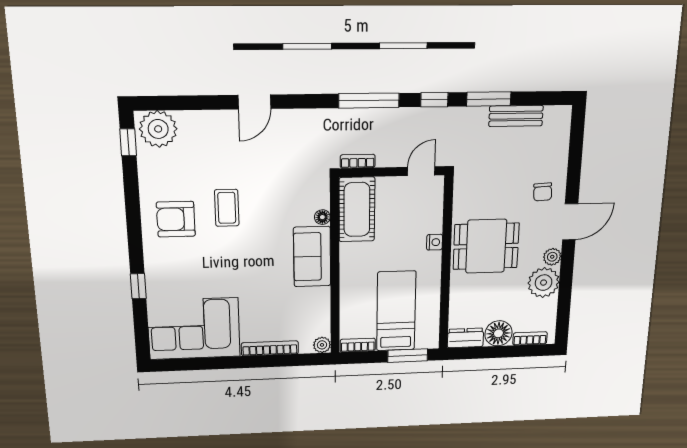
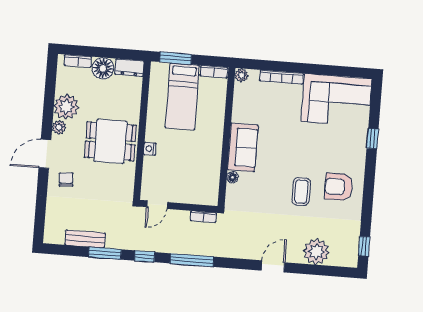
plant: (158, 129) -> (316, 252), moved
cot: (357, 209) -> (207, 180), removed
armchair: (176, 219) -> (339, 187), turned 180

